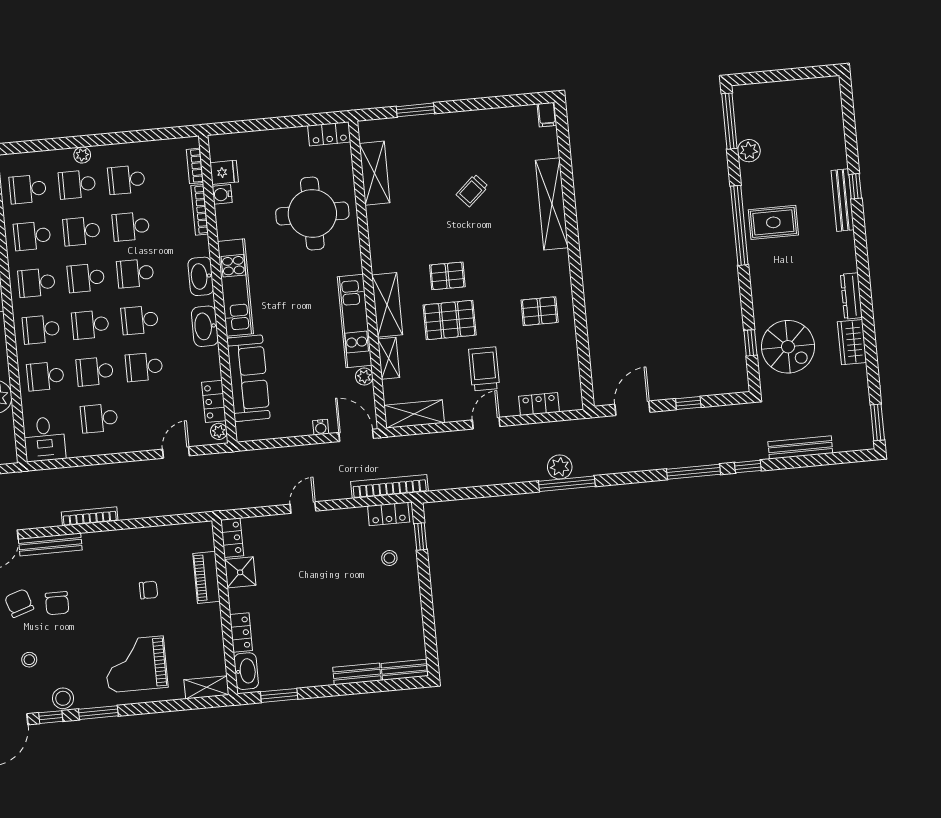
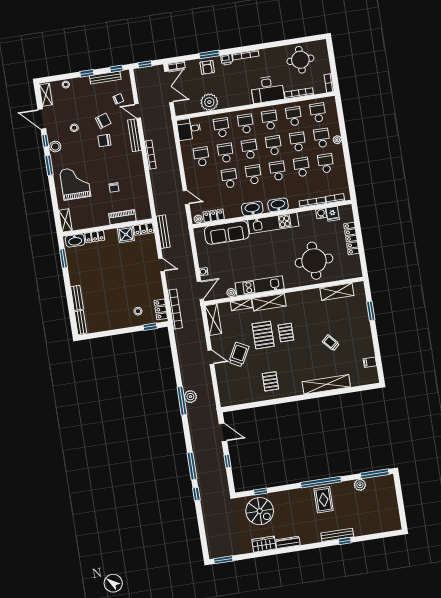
filing cabinet: (547, 115) -> (370, 362), moved
locker: (329, 134) -> (351, 239), moved, width x1.53
spiral stairs: (788, 347) -> (260, 511), turned -90
trolley: (484, 369) -> (239, 354), turned -62
locker: (539, 404) -> (222, 384), removed
bench: (800, 447) -> (163, 232), moved

